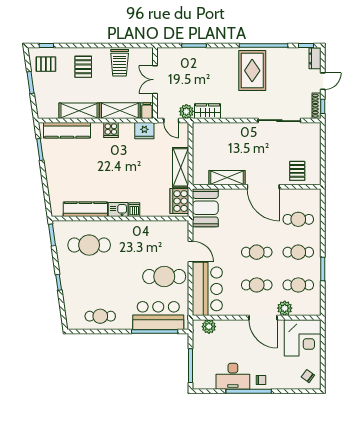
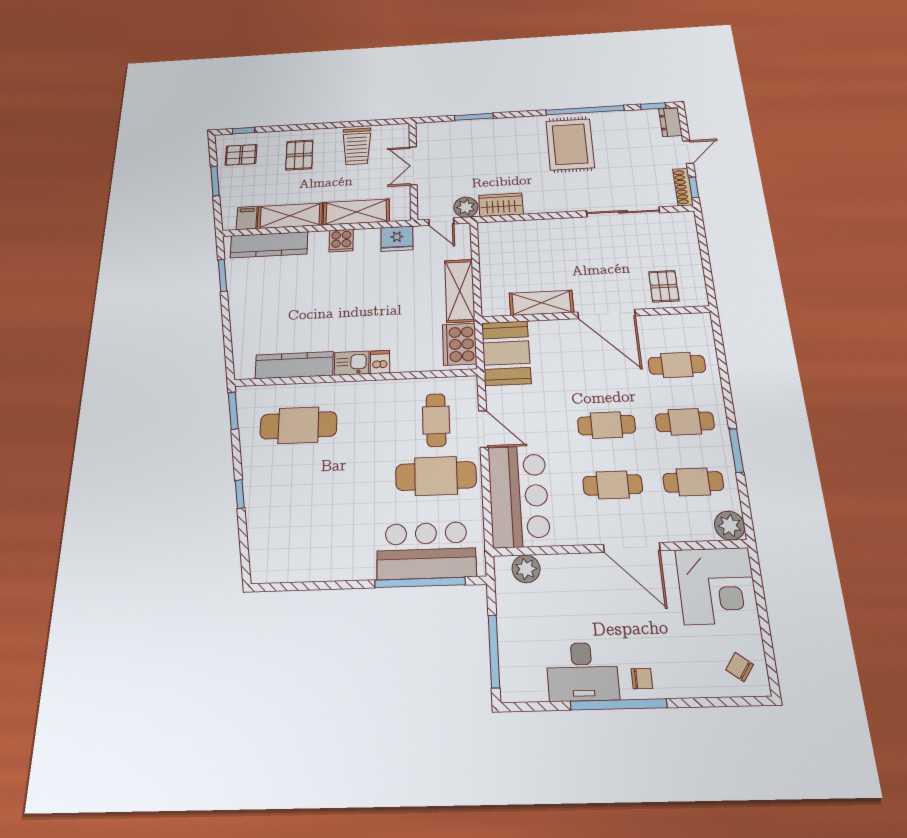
filing cabinet: (147, 111) -> (247, 218), moved
plant: (285, 308) -> (730, 526), moved
cafe table: (100, 316) -> (436, 420), moved, turned 90

